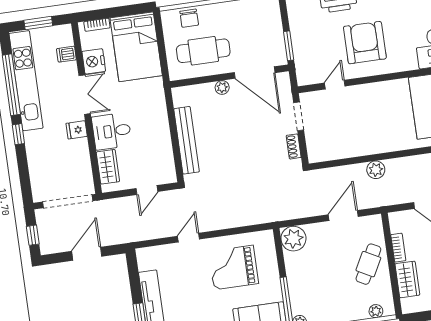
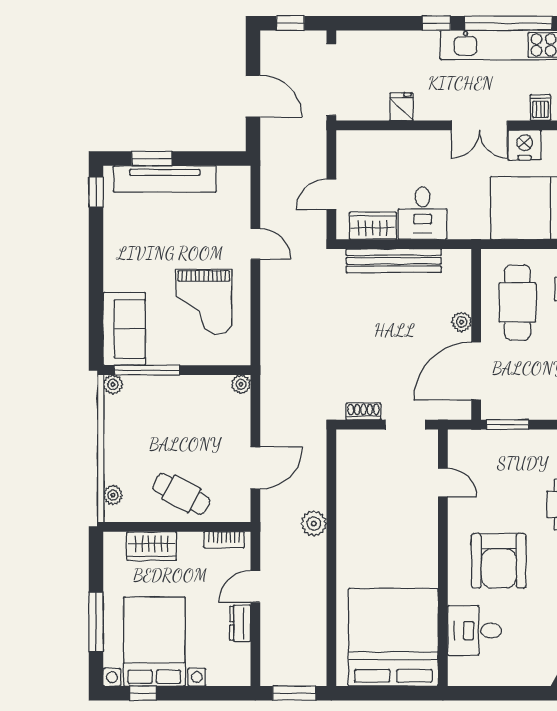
armchair: (365, 43) -> (499, 561), moved, turned 90
fridge: (77, 130) -> (401, 107), moved
desk: (112, 131) -> (422, 213), moved, turned 180
wardrobe: (108, 167) -> (373, 226), moved, turned 180
door: (147, 190) -> (331, 194), hinge flipped
door: (343, 216) -> (255, 468), hinge flipped
plant: (293, 239) -> (241, 384), width x0.53, depth x0.53
bookcase: (398, 248) -> (224, 540), moved
grand piano: (234, 267) -> (204, 302), turned 180

